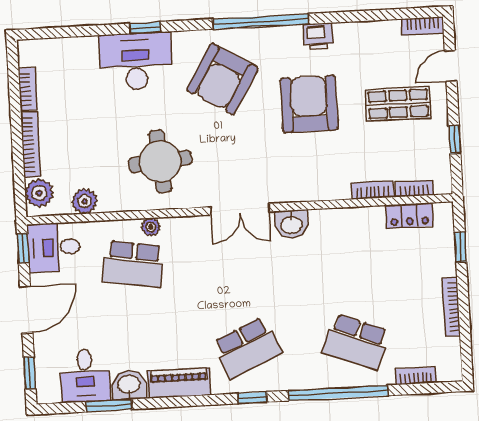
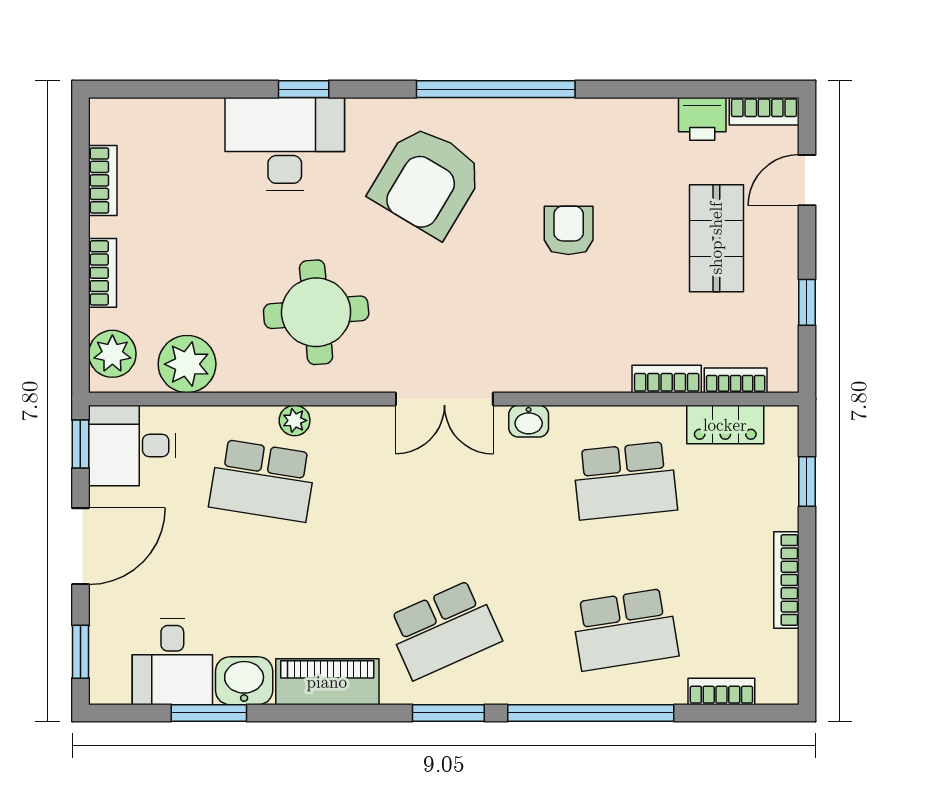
printer: (318, 36) -> (702, 119), moved
armchair: (309, 104) -> (569, 230), width x0.53, depth x0.53
shop shelf: (398, 104) -> (716, 238), turned 90
bookcase: (31, 145) -> (103, 273), width x0.64
plant: (85, 201) -> (187, 364), width x1.36, depth x1.36
washbasin: (292, 224) -> (529, 421), width x0.72, depth x0.69
school desk: (351, 252) -> (625, 480), added
school desk: (356, 342) -> (625, 629), turned -30
window: (253, 398) -> (448, 713), width x1.50

